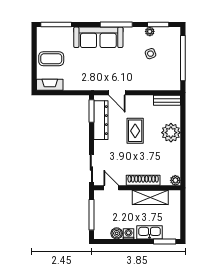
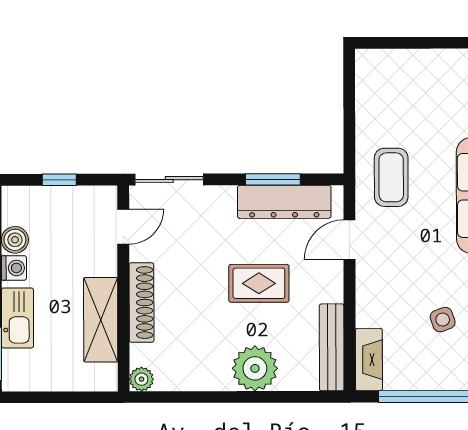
coffee table: (51, 59) -> (391, 177), moved
fireplace: (50, 85) -> (369, 360), moved
bench: (167, 100) -> (332, 347), width x1.36
window: (91, 111) -> (273, 179), moved
window: (91, 215) -> (59, 180), width x0.46

